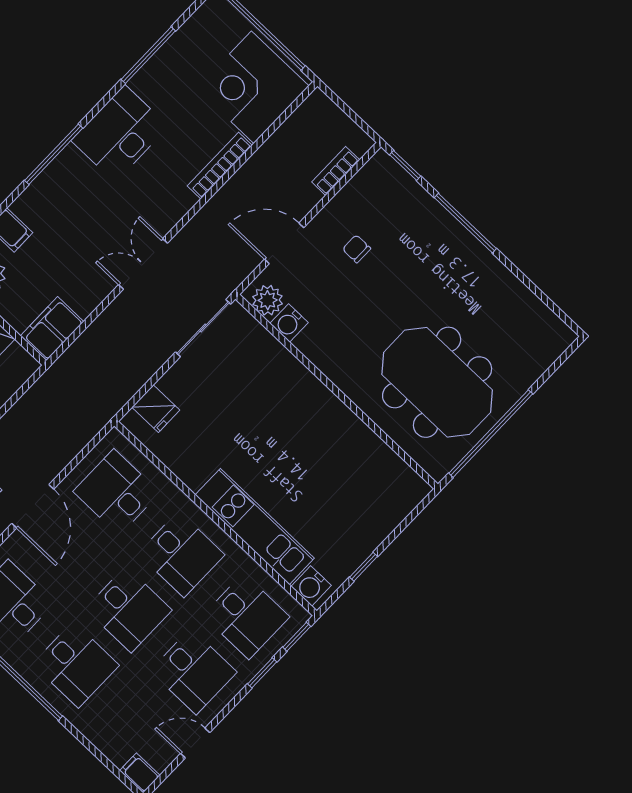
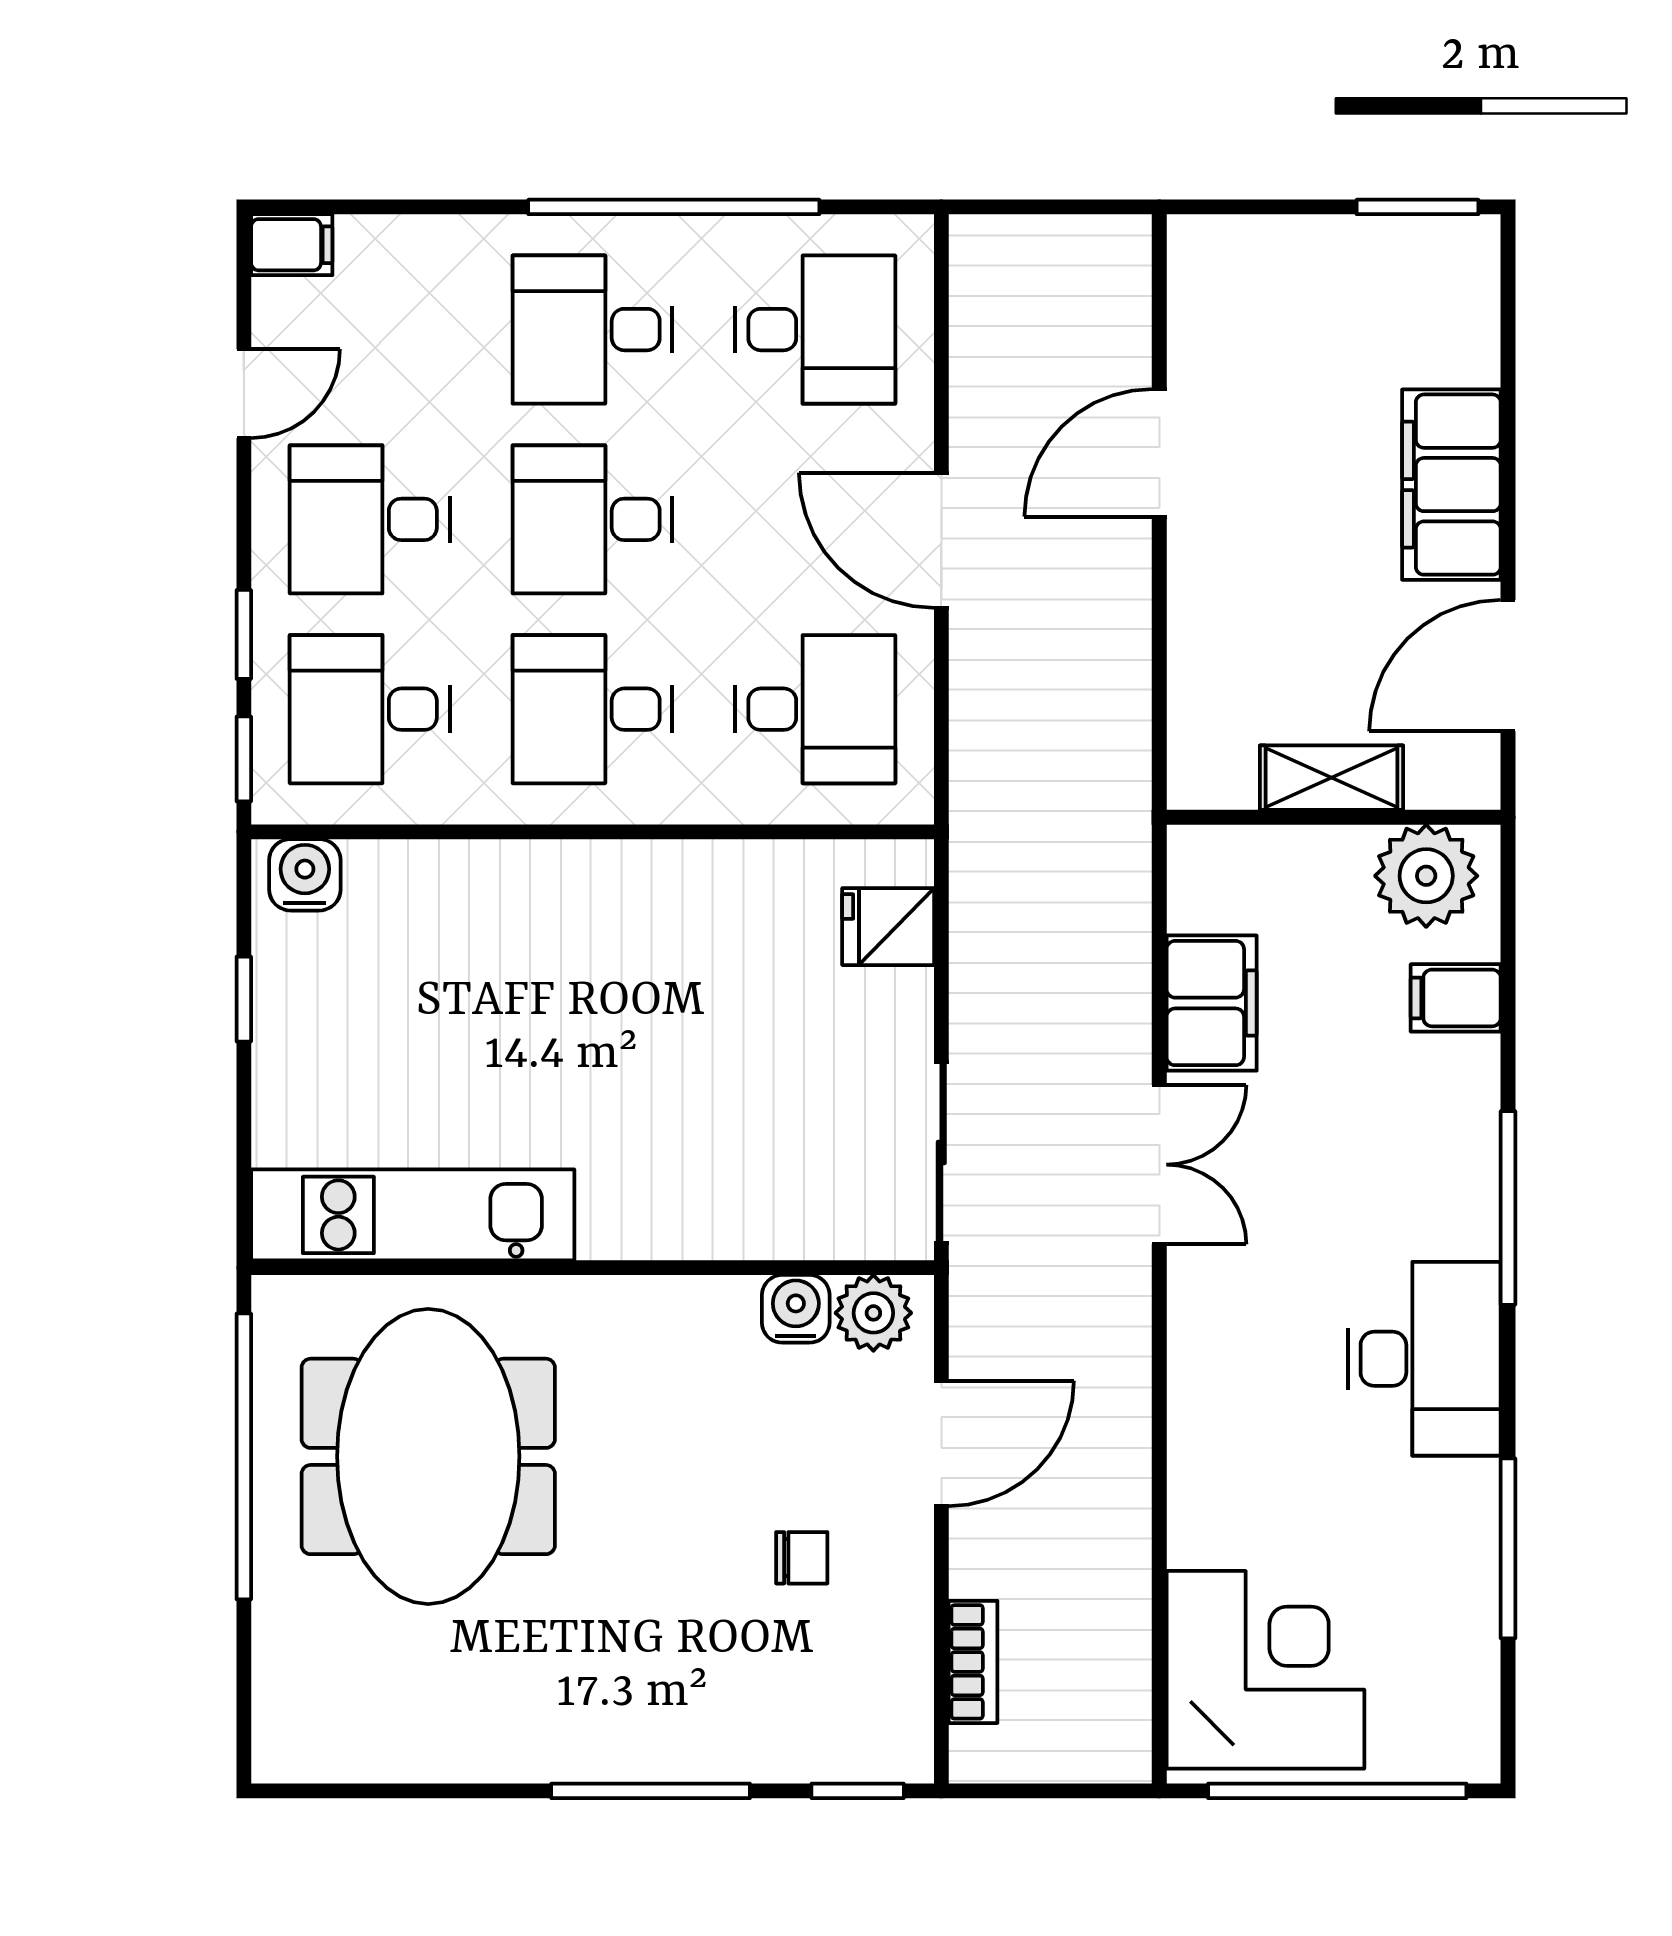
bookcase: (220, 166) -> (1190, 1473), removed
filing cabinet: (52, 329) -> (1212, 1003), moved
meeting table: (437, 382) -> (428, 1456), turned 90
kitchen unit: (255, 527) -> (413, 1215), moved, turned 180

